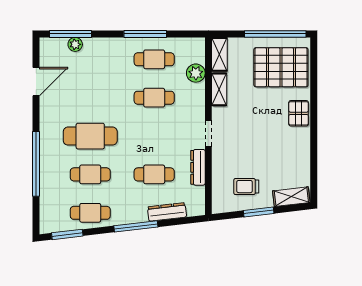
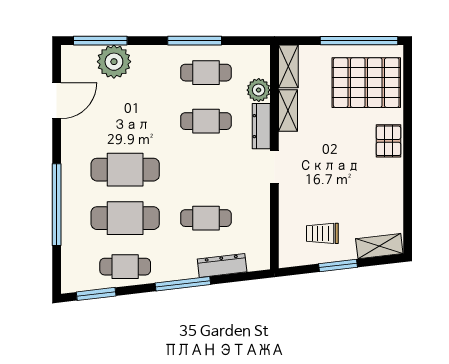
plant: (75, 44) -> (114, 62), width x1.88, depth x1.88
dresser: (198, 167) -> (261, 126), moved
cafe table: (90, 174) -> (125, 218), width x1.37, depth x1.35

